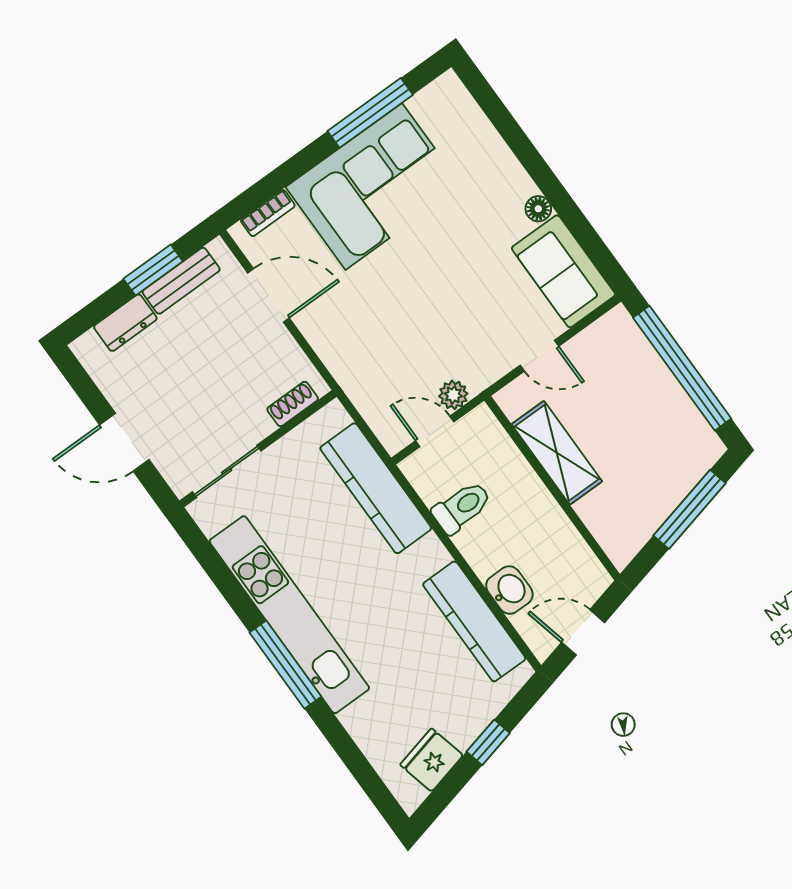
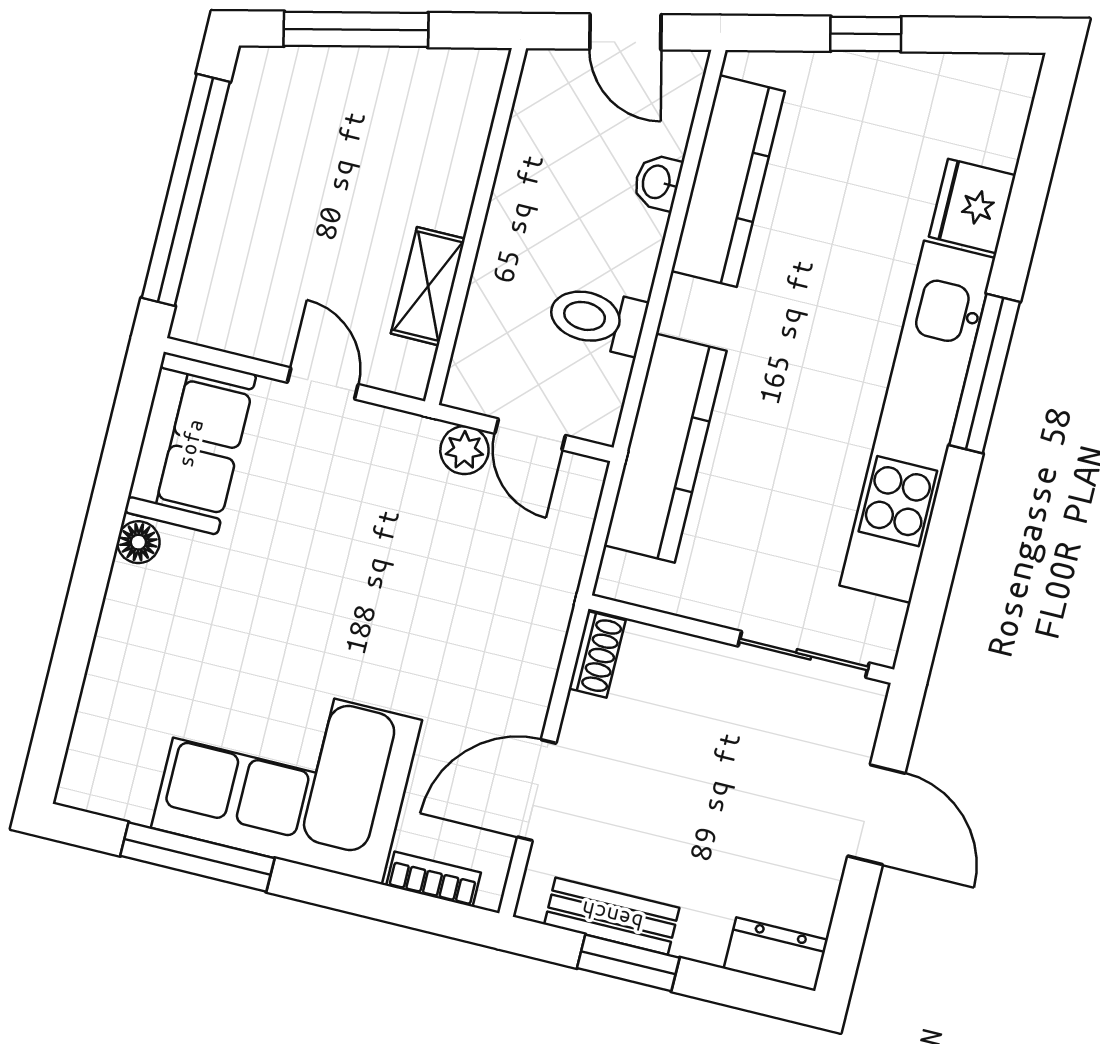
door: (268, 295) -> (537, 790), hinge flipped
dresser: (125, 323) -> (776, 954), moved
shoe rack: (293, 404) -> (597, 654), moved, turned -90
shelving: (557, 453) -> (428, 286), width x0.67, depth x0.75
washbasin: (509, 590) -> (657, 182), width x0.72, depth x0.69
fridge: (432, 760) -> (972, 206), moved, turned 103

